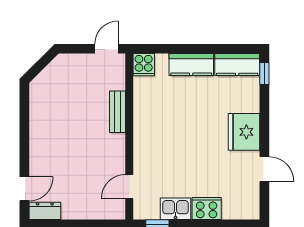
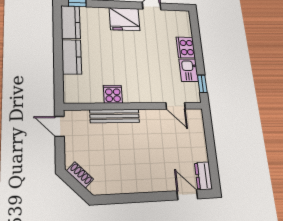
cooker: (144, 65) -> (113, 94), moved, turned -90
shoe rack: (52, 70) -> (80, 175), added
bench: (117, 112) -> (115, 116), width x1.36

